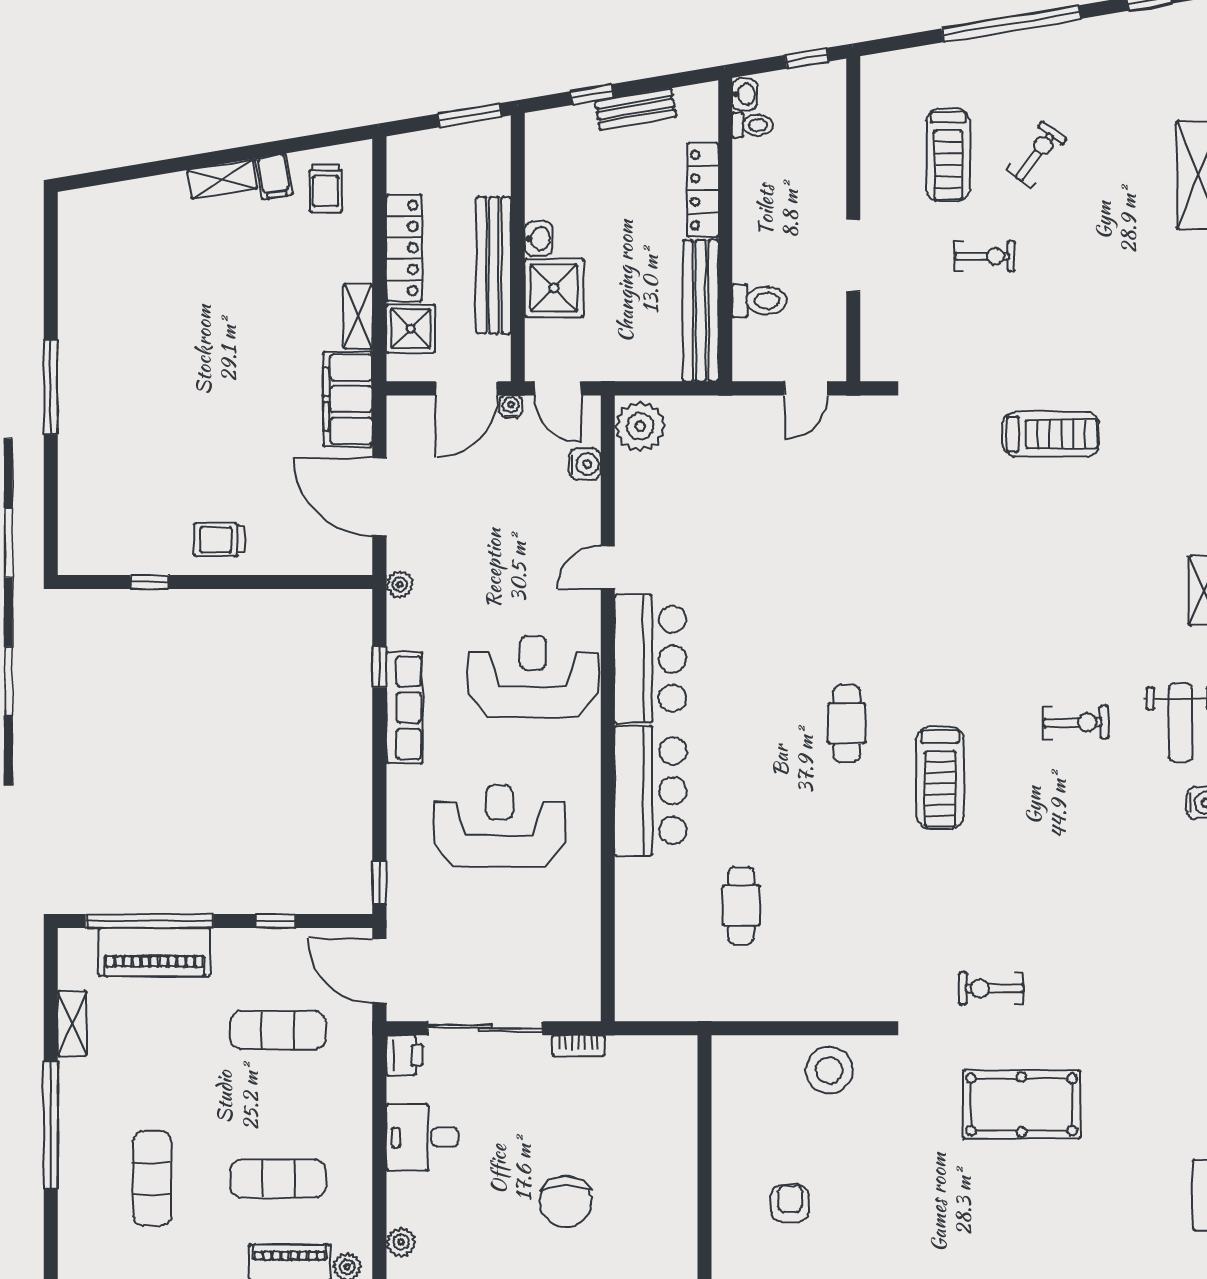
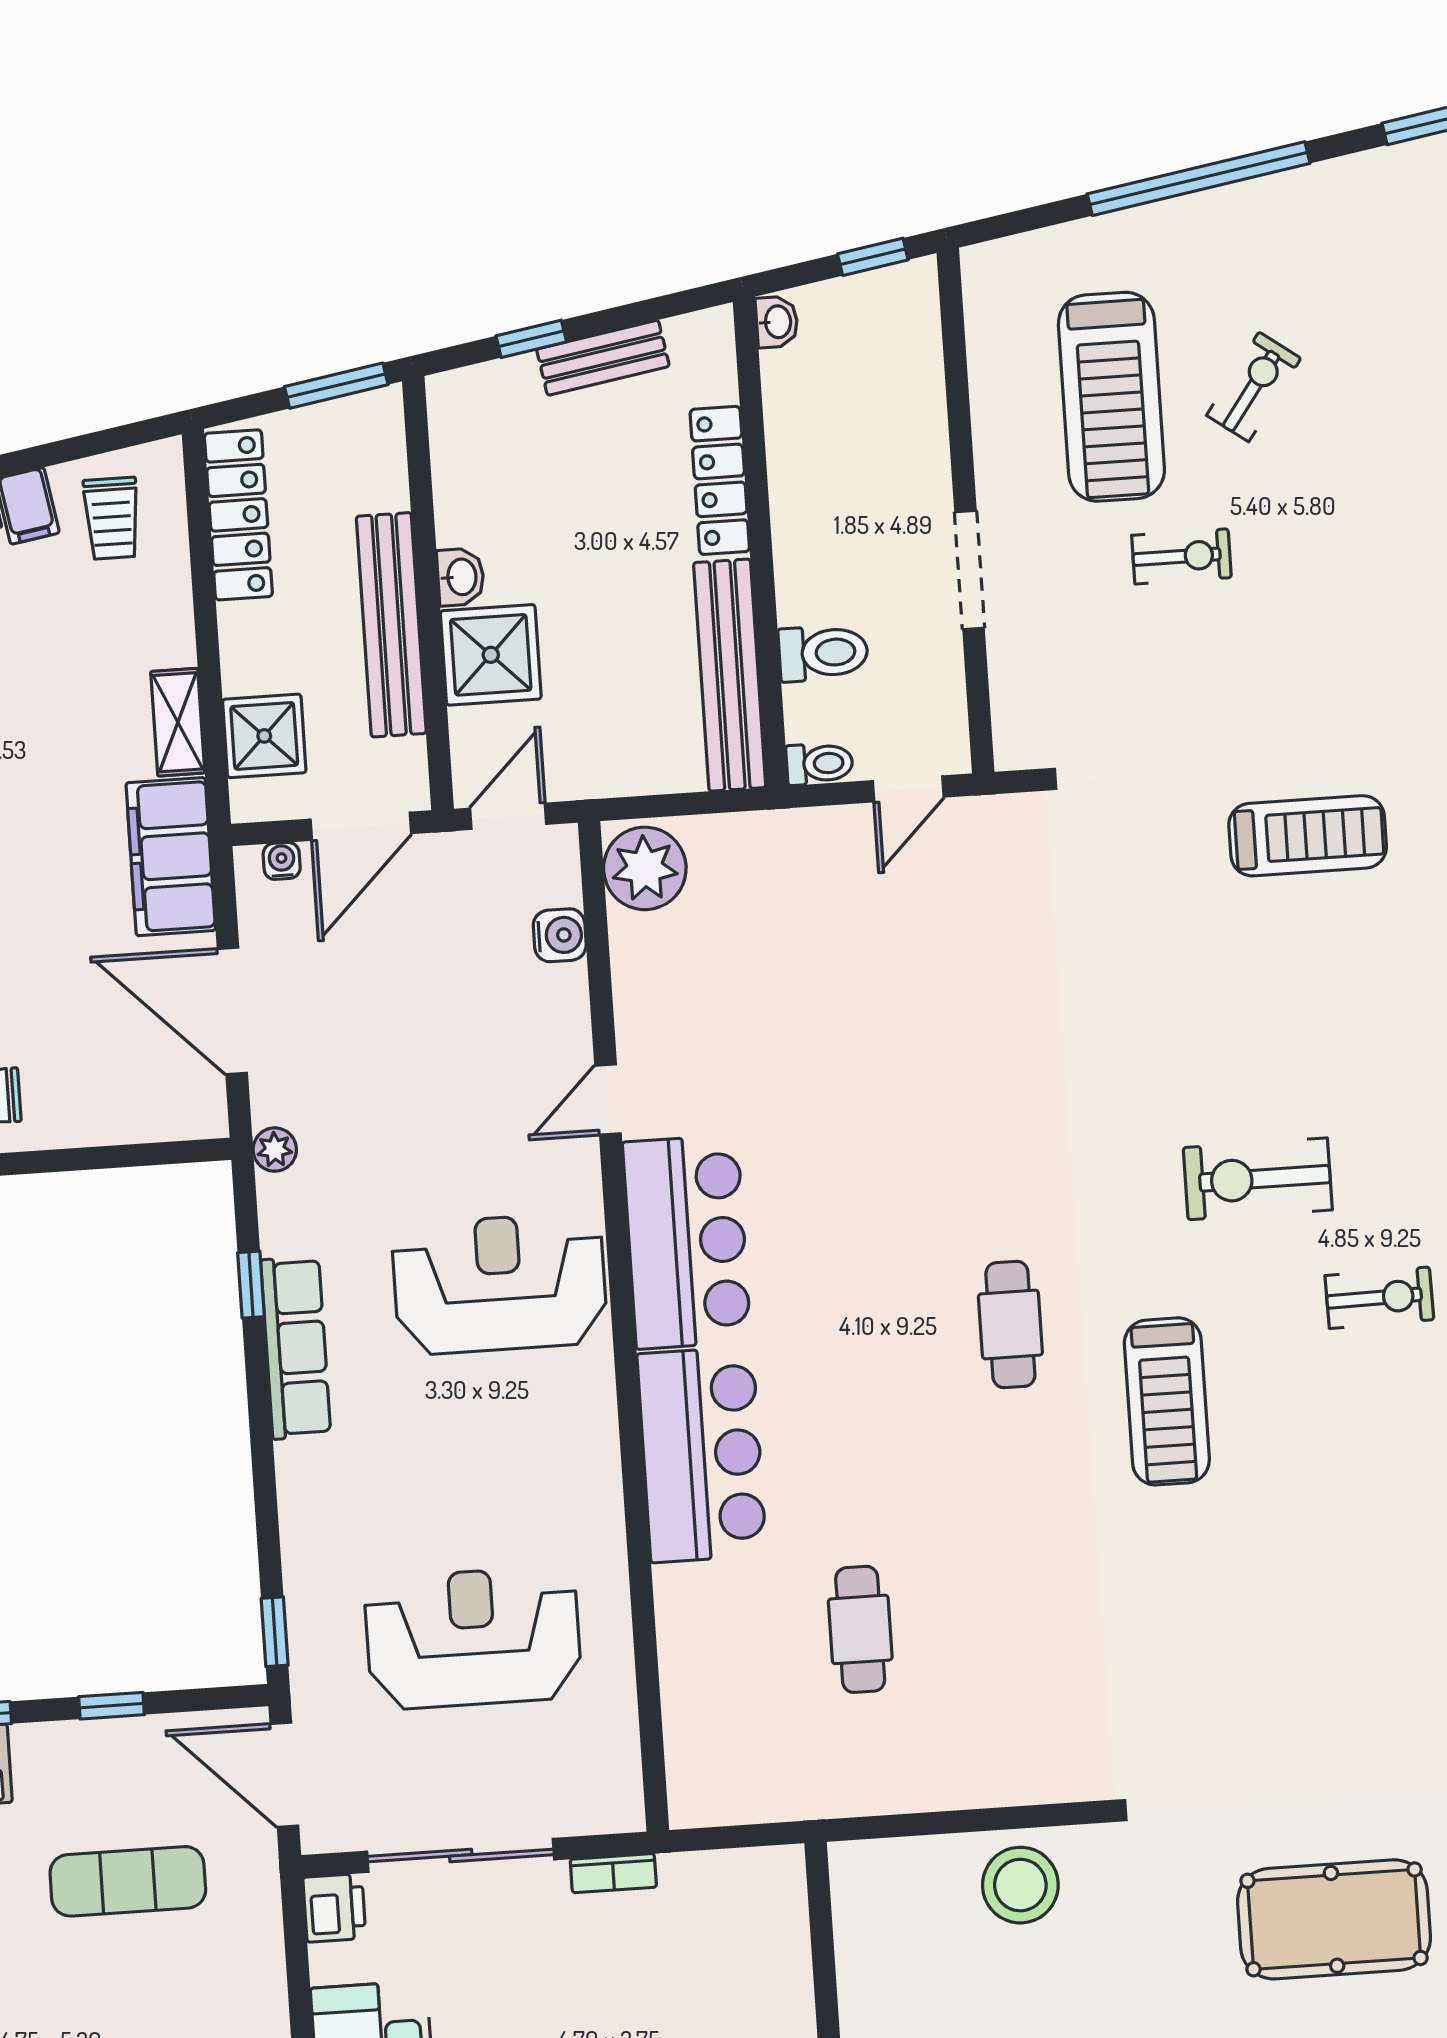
toilet: (752, 125) -> (819, 764), moved
treadmill: (948, 155) -> (1111, 397), width x1.37, depth x1.38
locker: (404, 248) -> (238, 515), moved
door: (558, 388) -> (508, 816), swing flipped
water cooler: (511, 406) -> (282, 861), moved
reception desk: (499, 826) -> (473, 1638), moved
exercise bike: (991, 989) -> (1258, 1179), moved, width x1.38, depth x1.39

